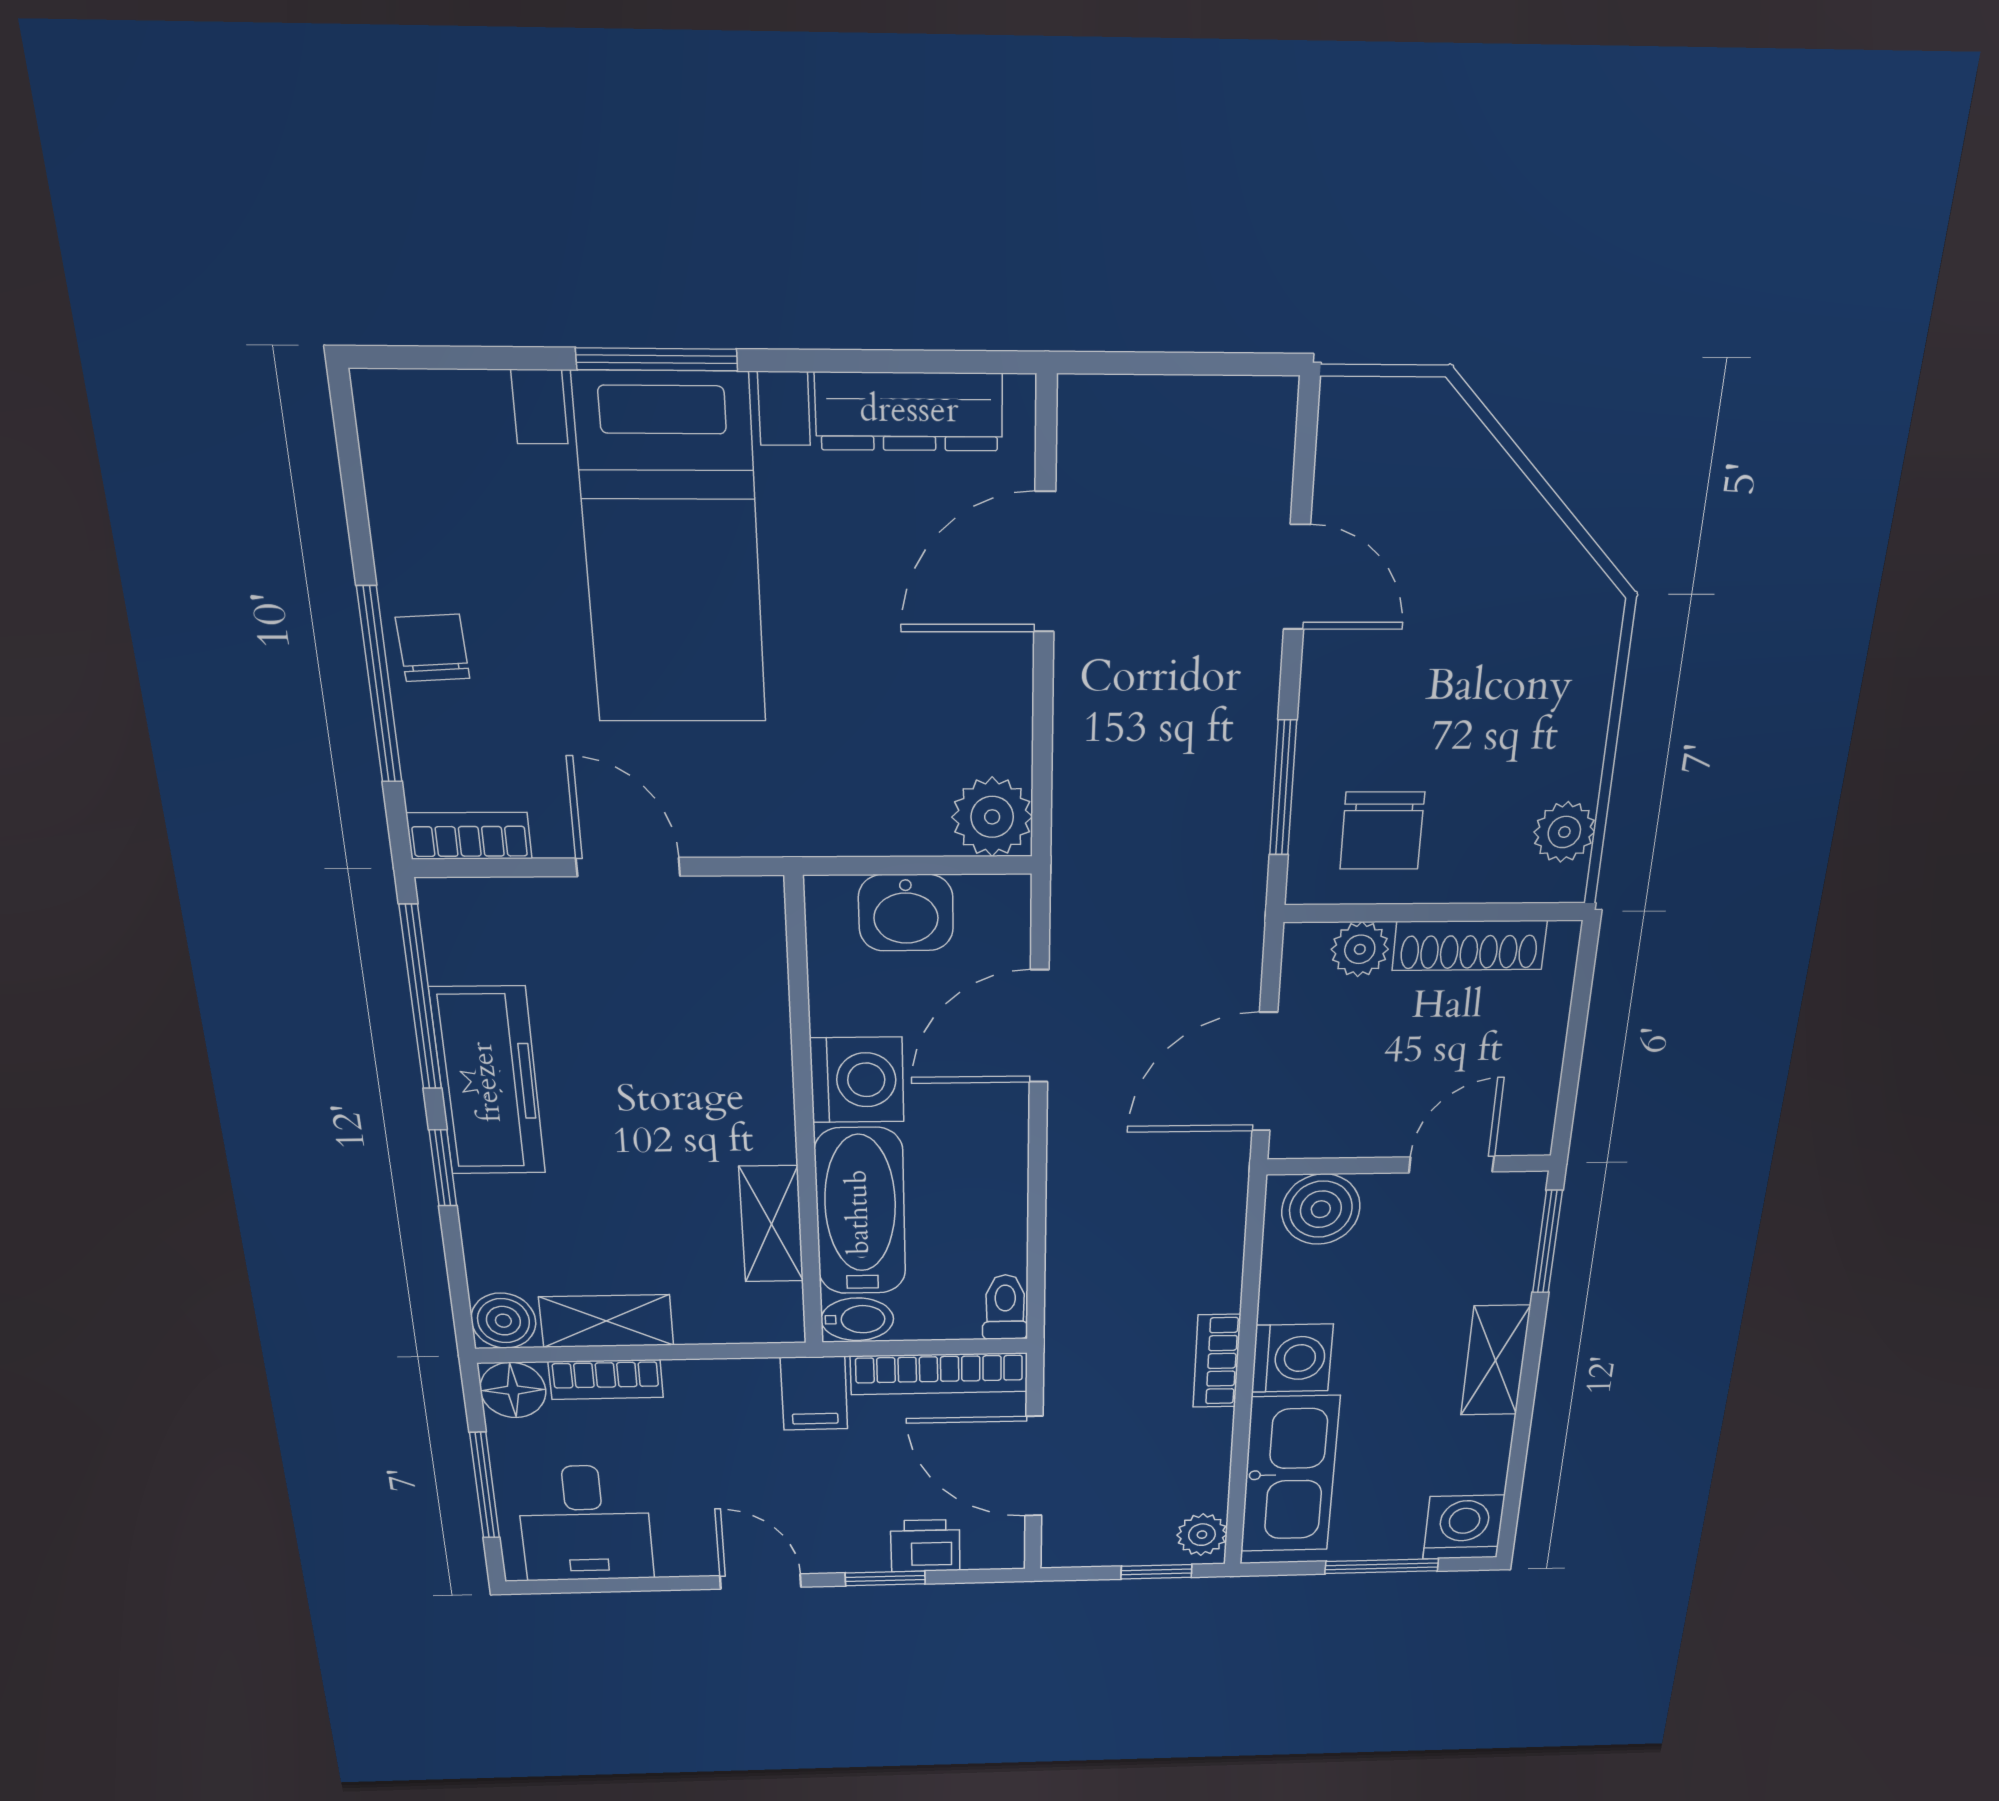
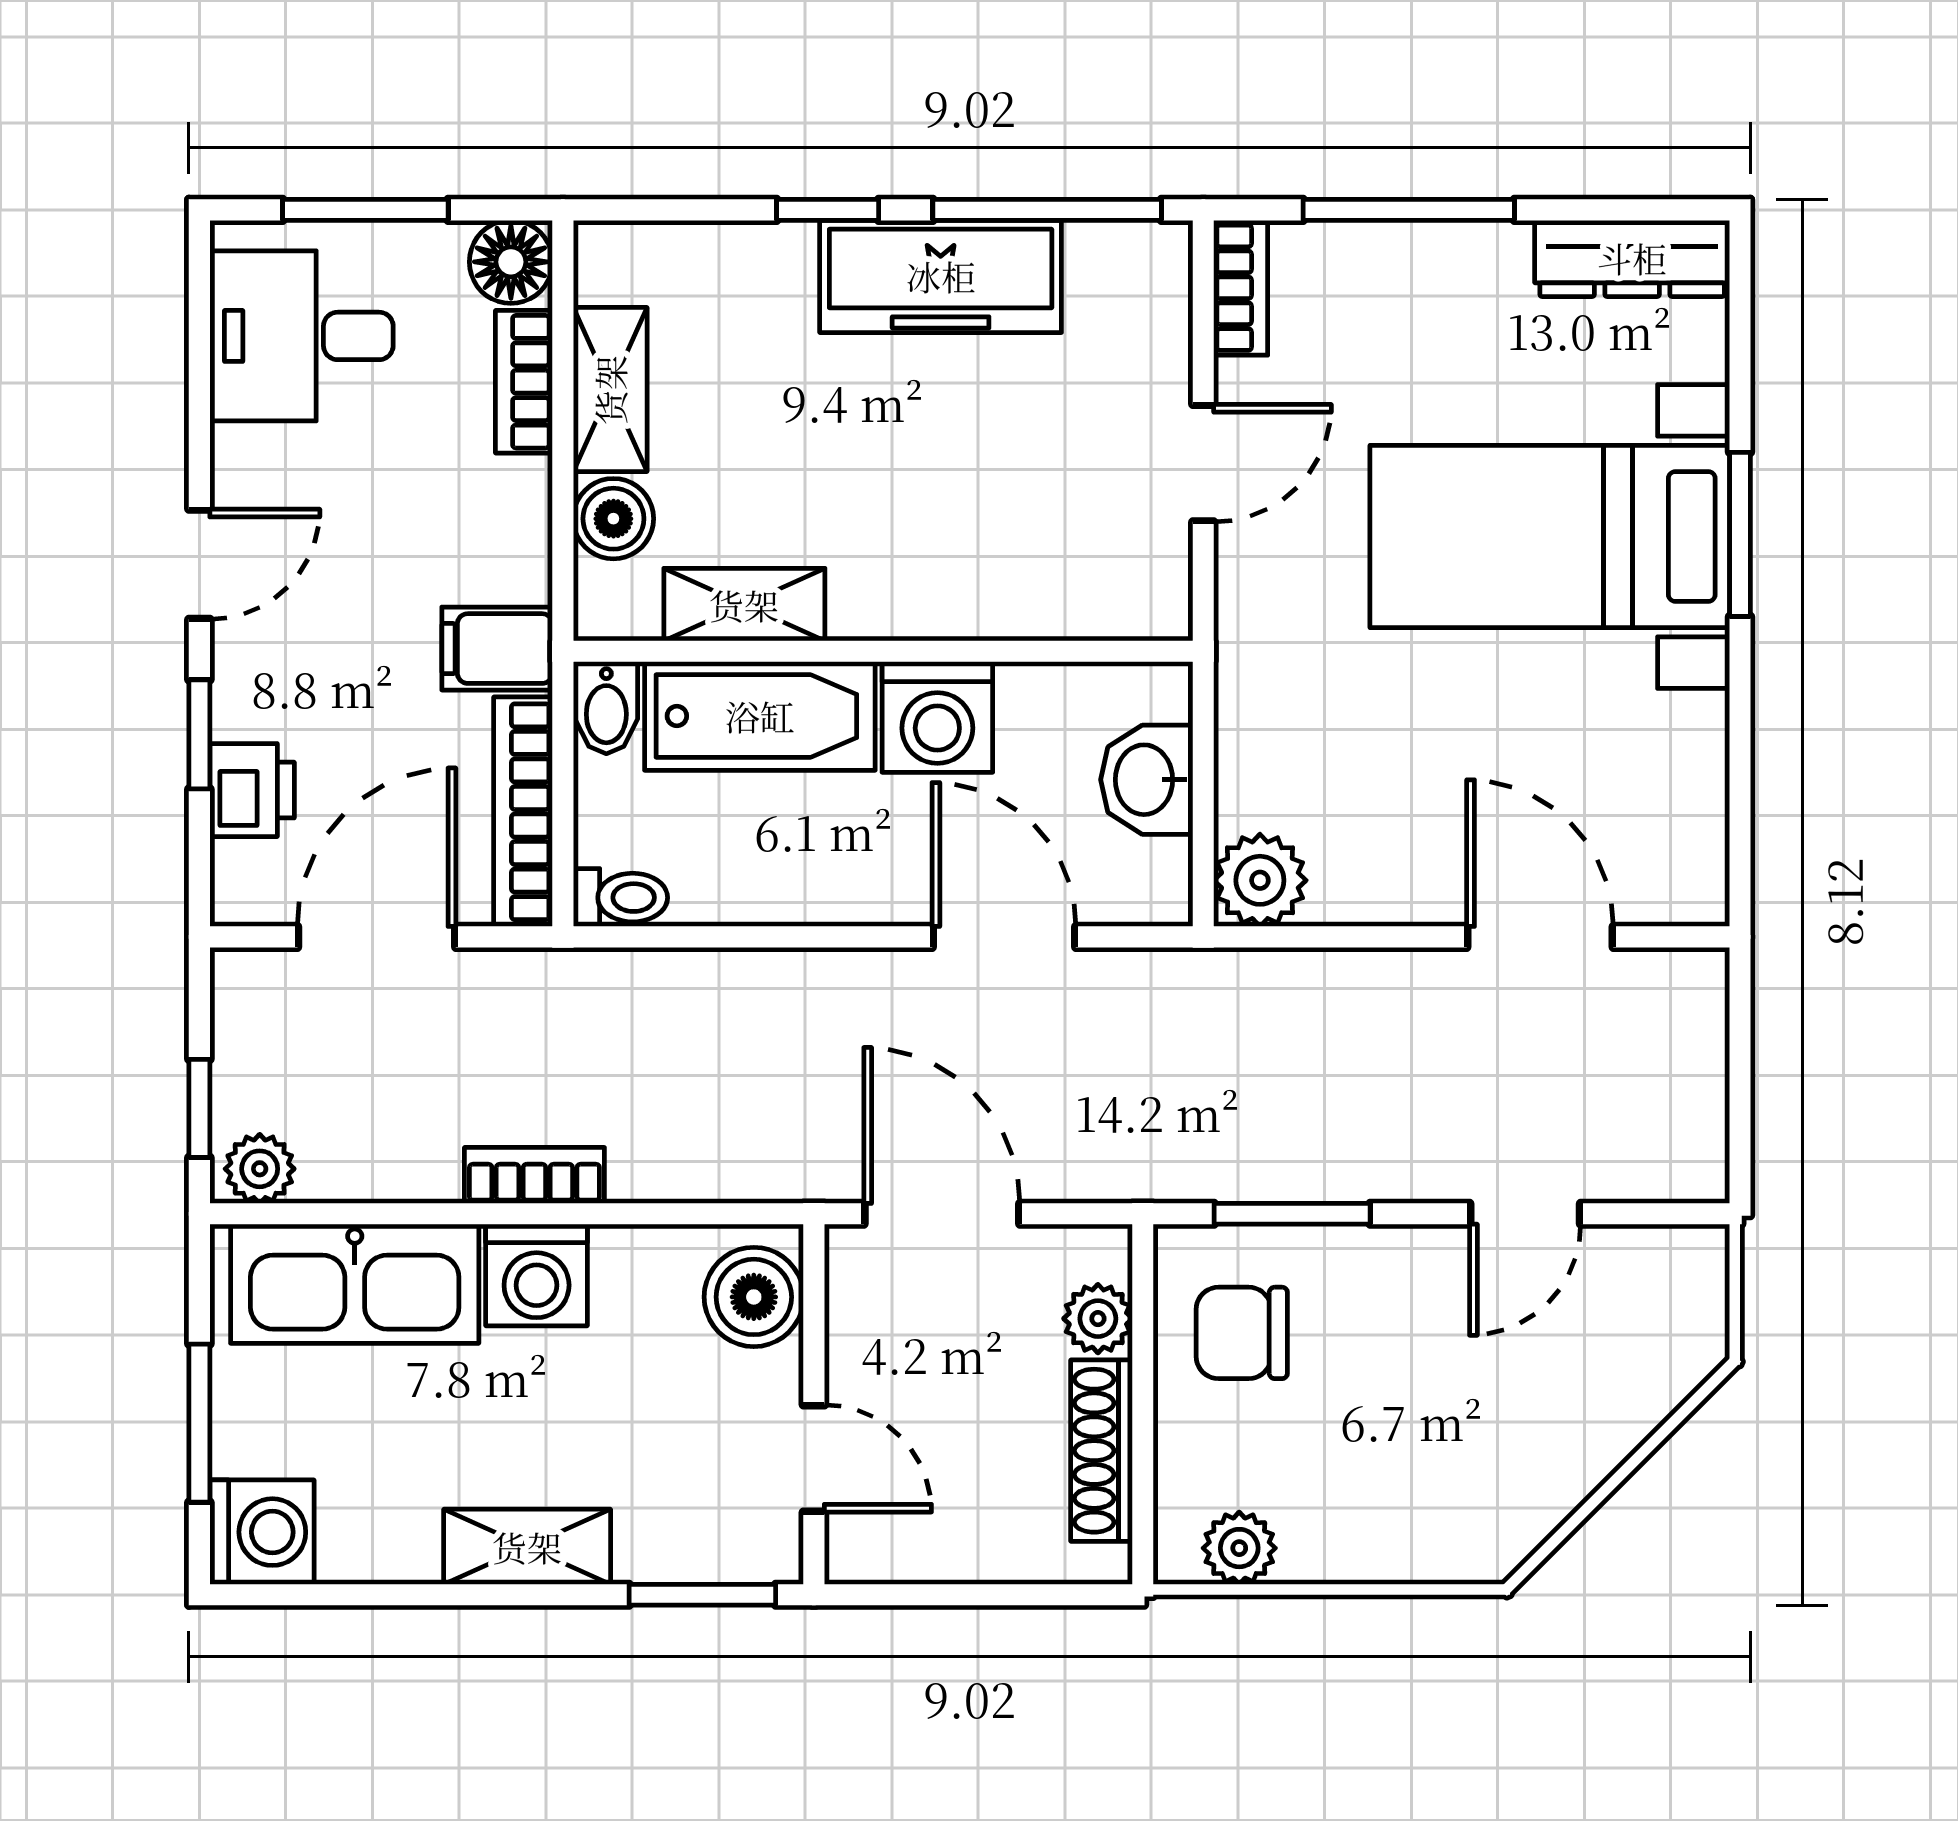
dresser: (909, 412) -> (1632, 258), moved, turned -90
chair: (433, 648) -> (1449, 272), removed
boiler: (503, 1321) -> (613, 519), moved

